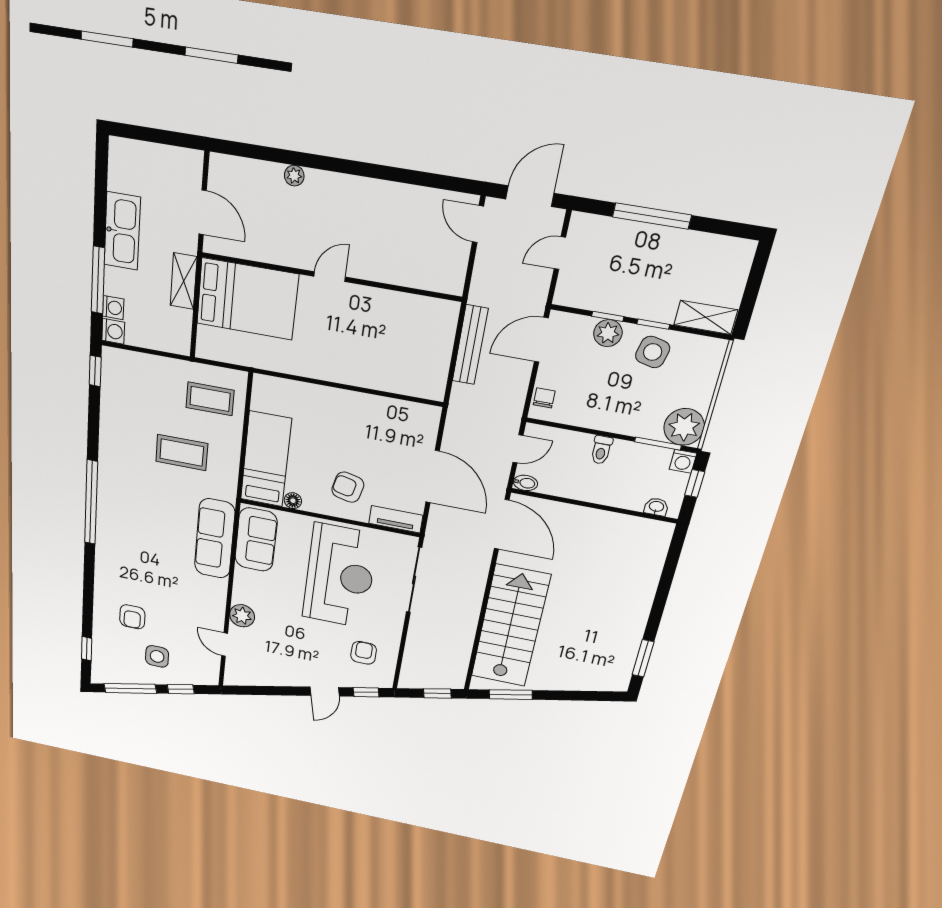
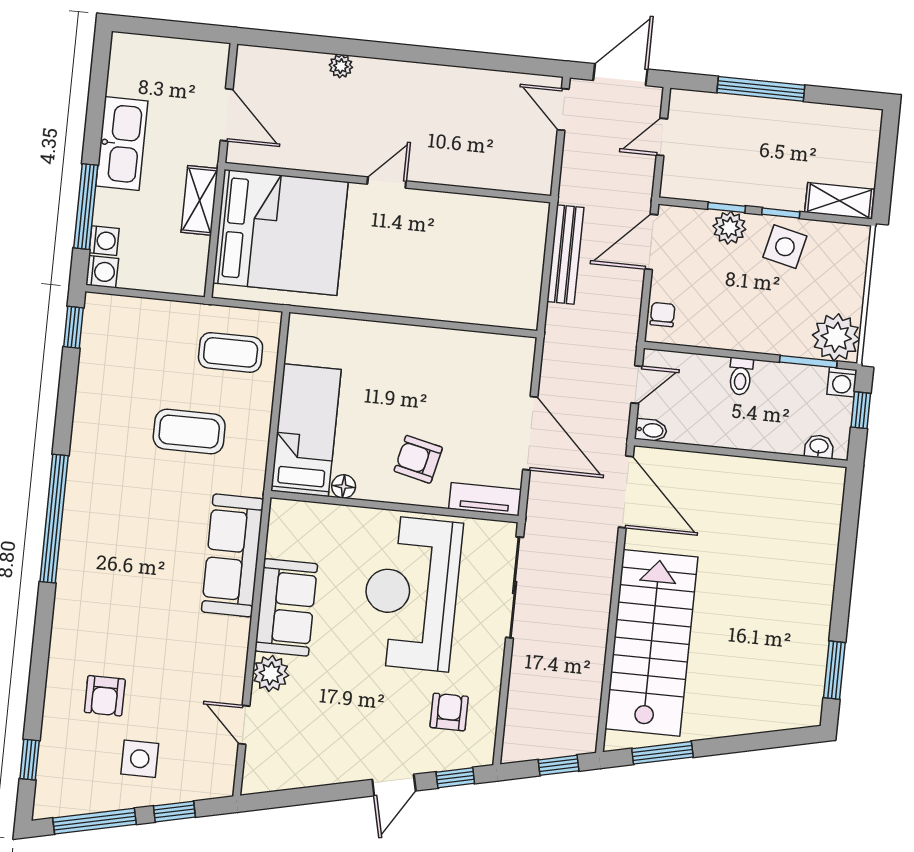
bed: (247, 299) -> (280, 232), width x1.36
sofa: (256, 540) -> (286, 607), moved
reception desk: (340, 576) -> (411, 593), turned 180

